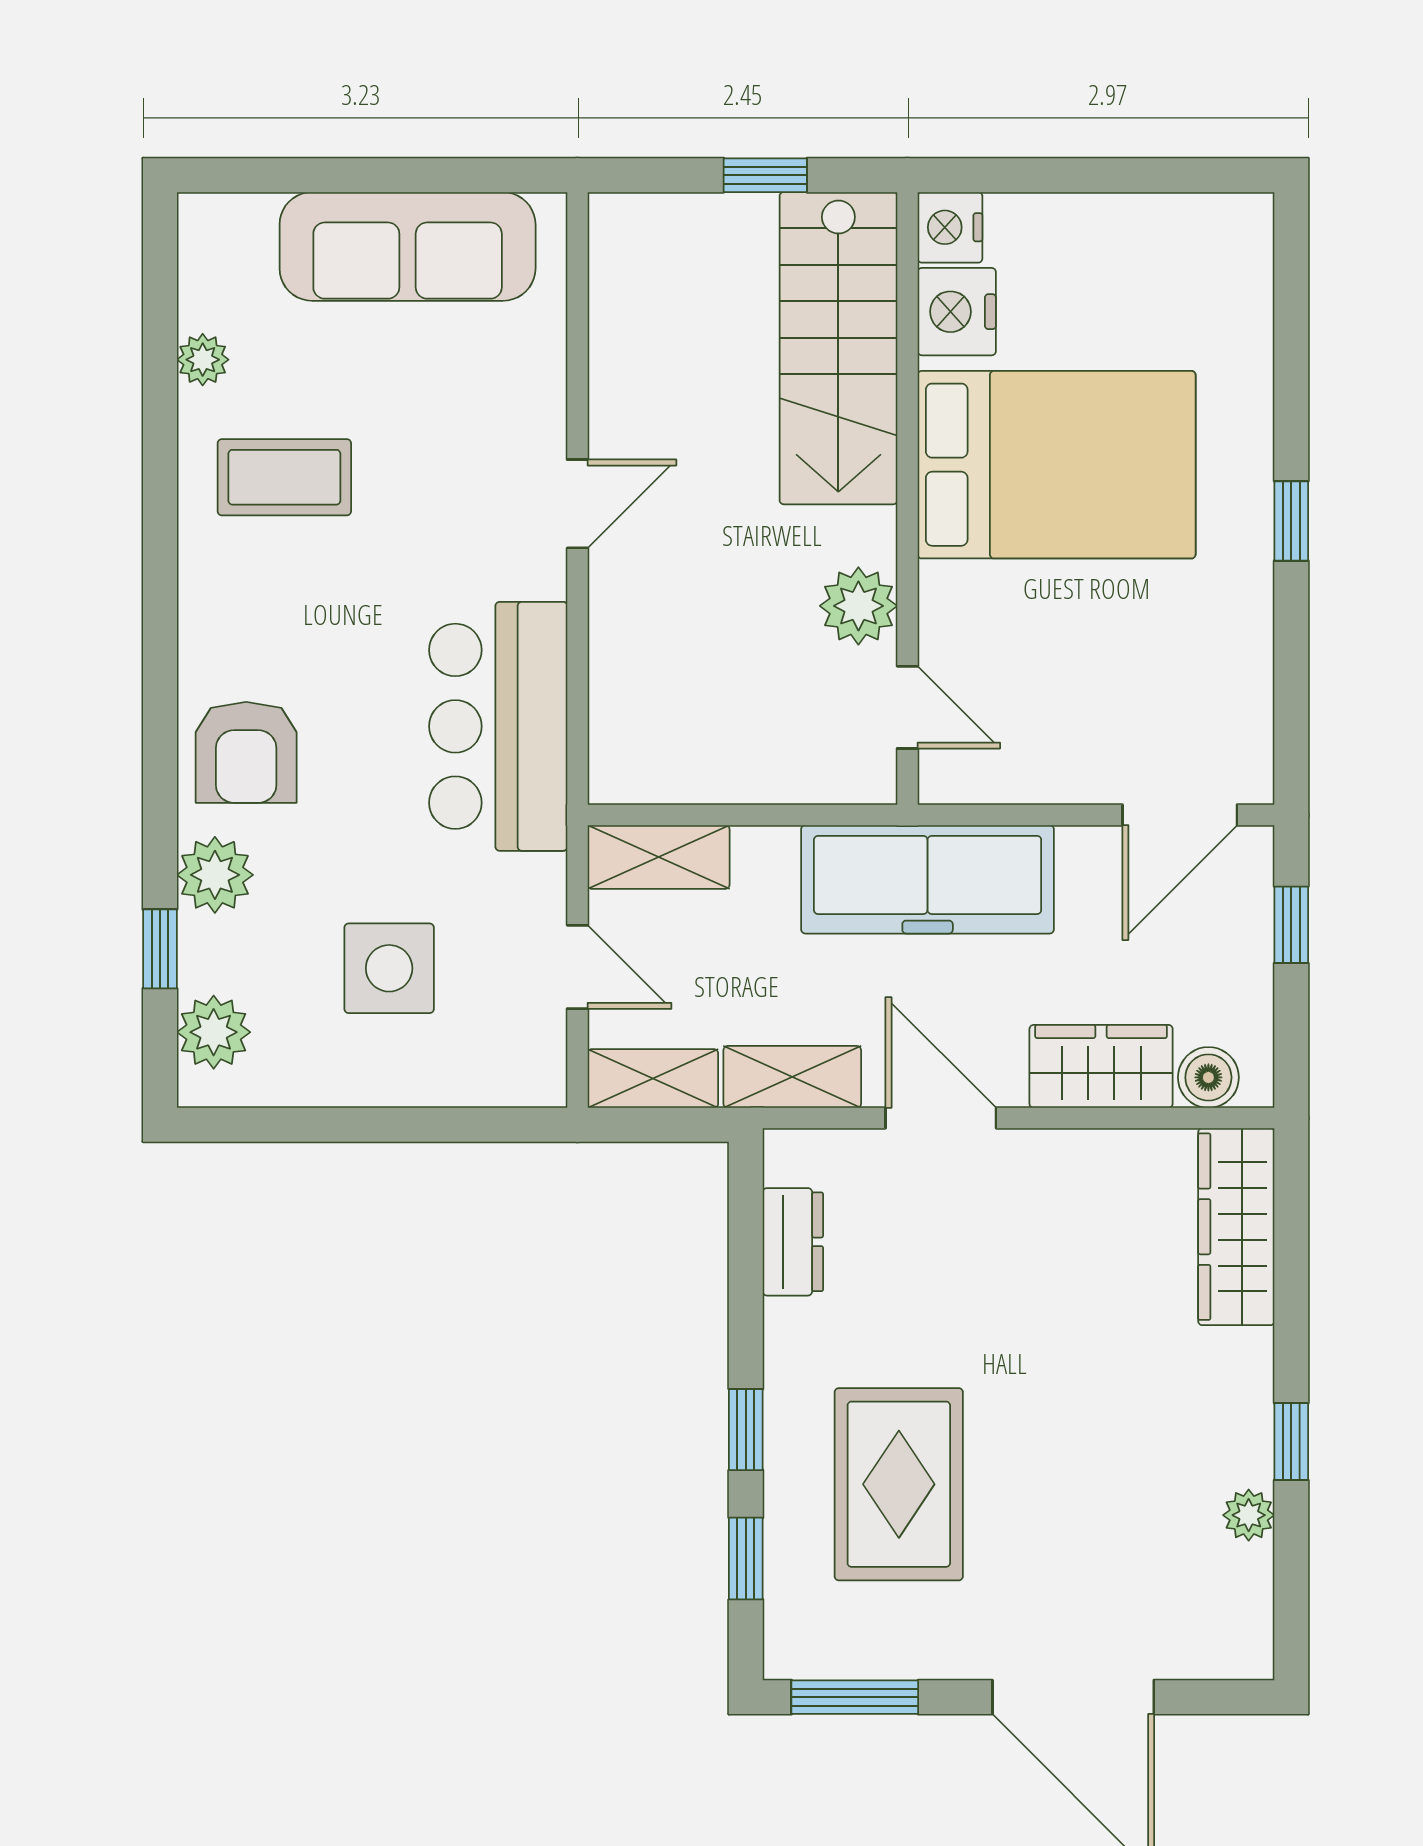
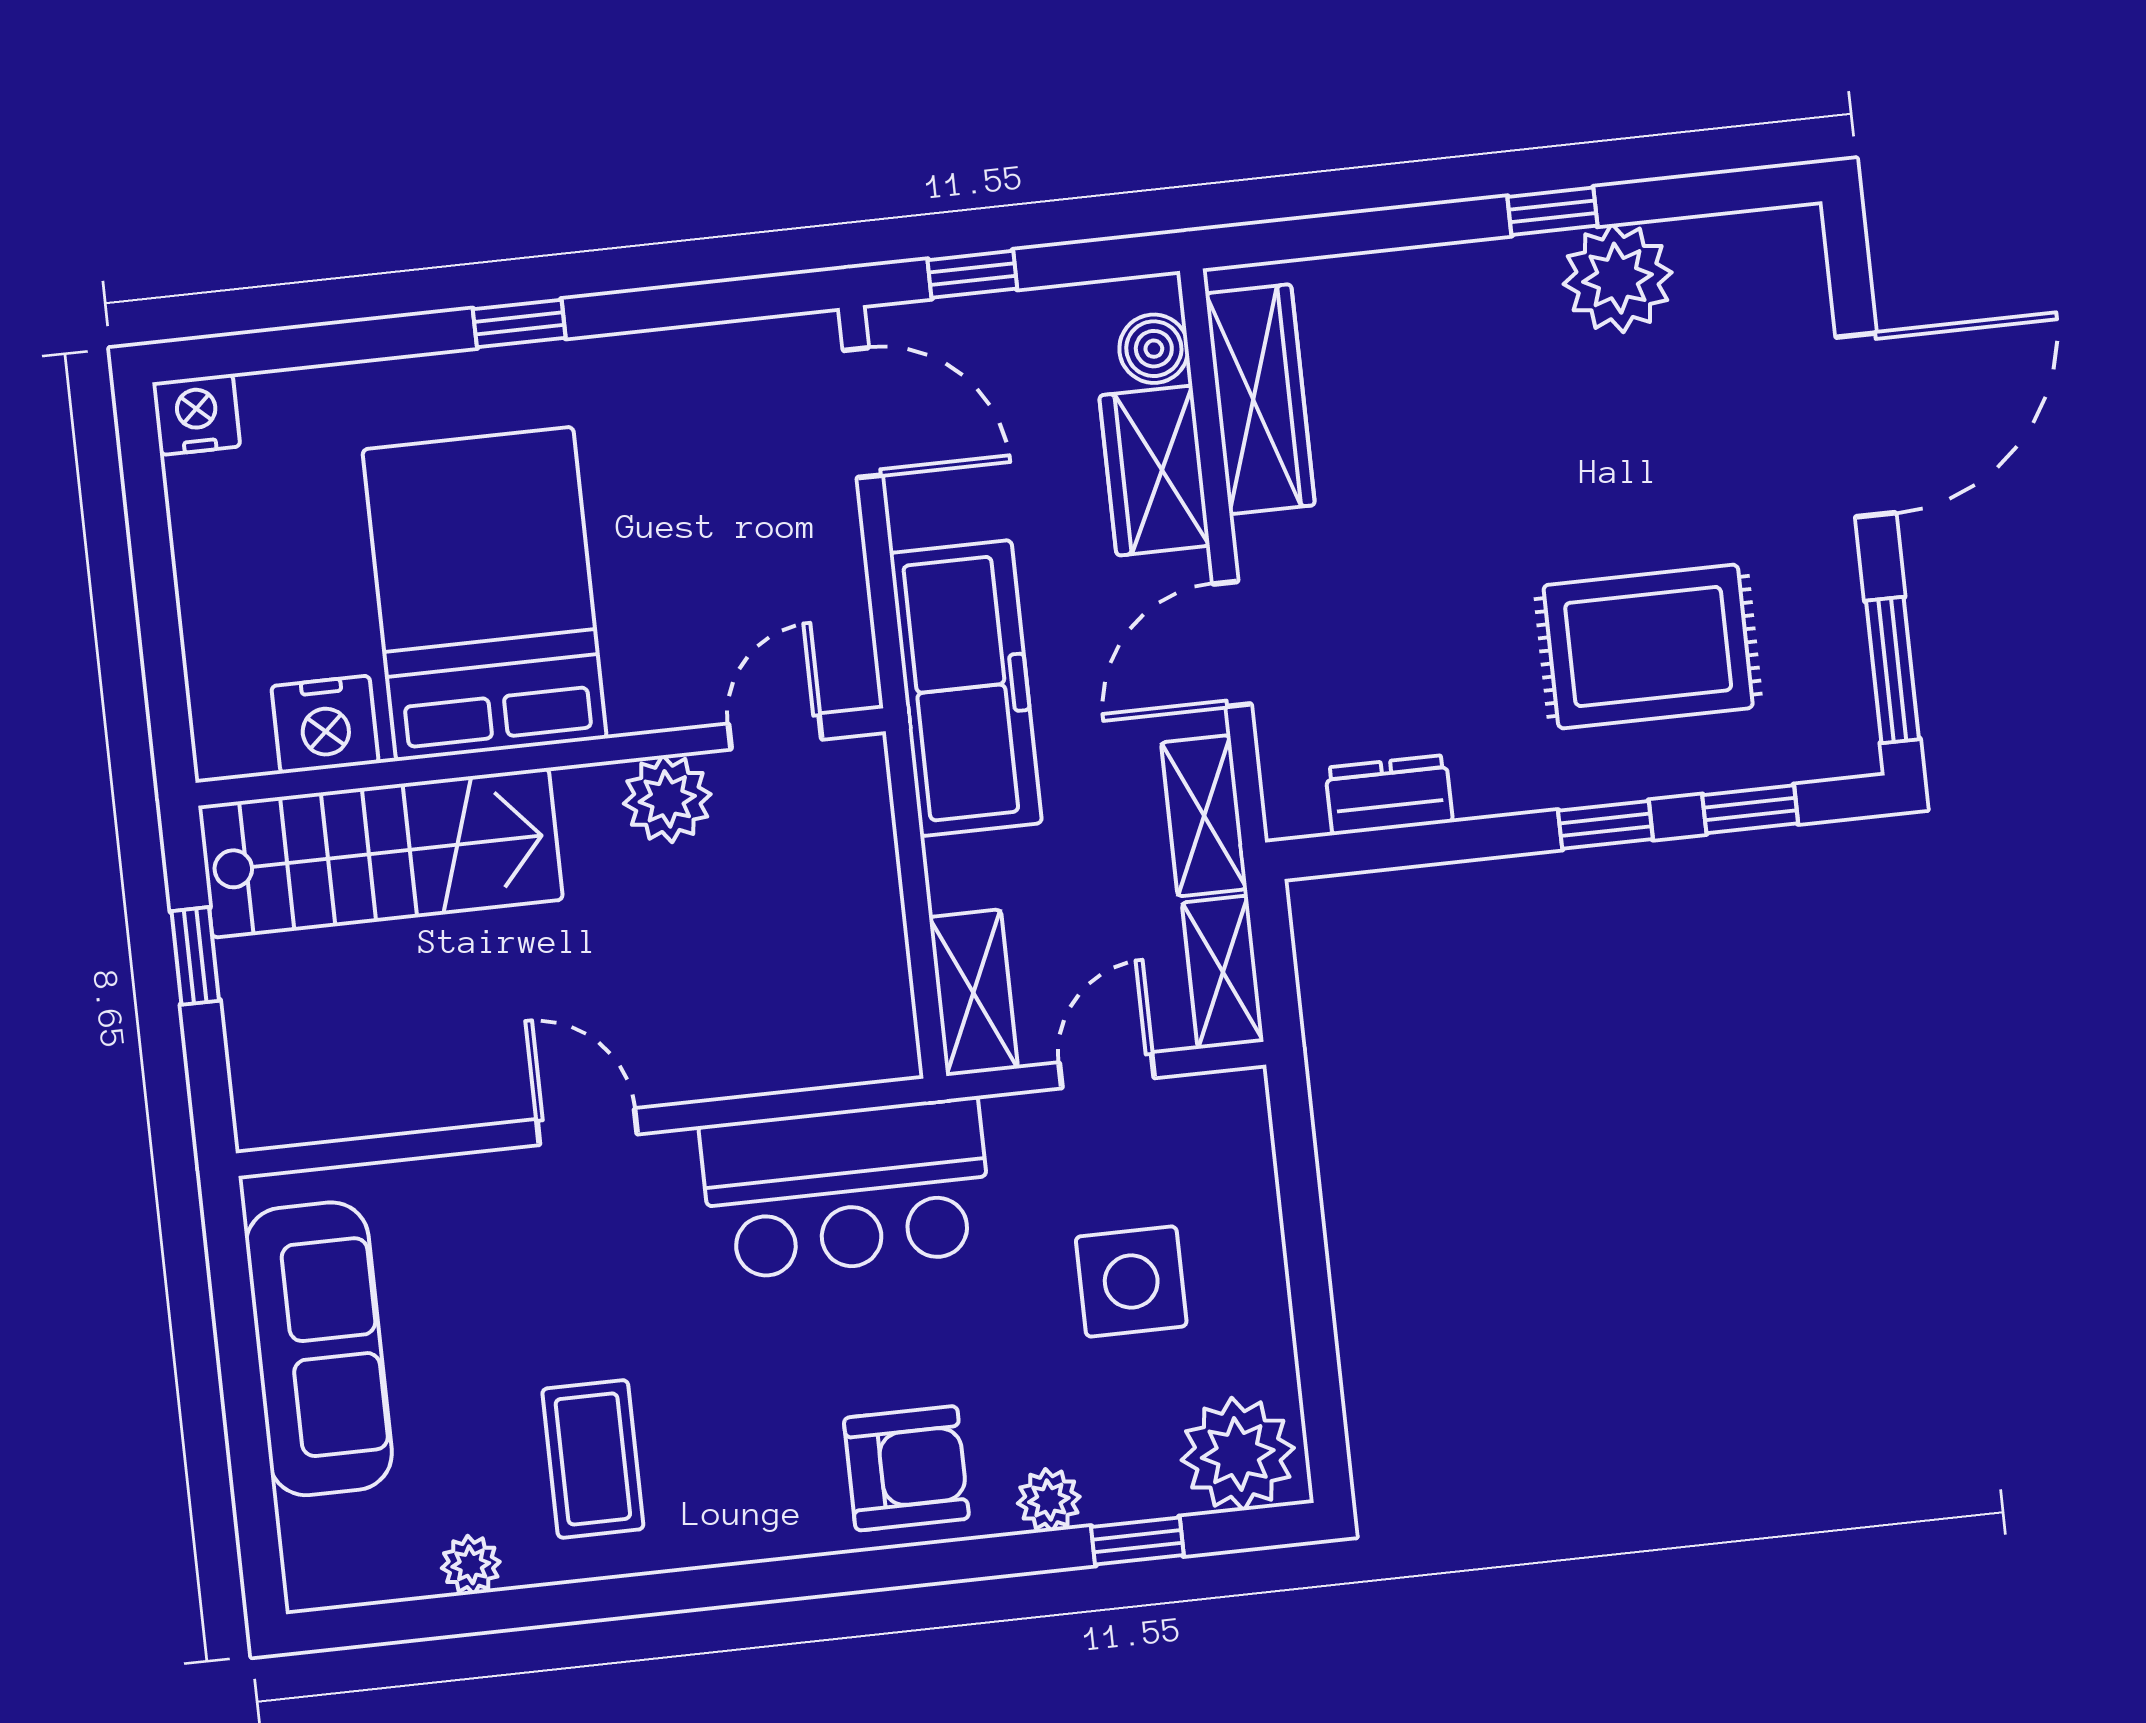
nightstand: (950, 227) -> (197, 414), moved, turned 180
plant: (215, 875) -> (1049, 1500), width x0.73, depth x0.73
plant: (214, 1032) -> (1238, 1454), width x1.36, depth x1.36
wardrobe: (1236, 1227) -> (1260, 399), moved, turned -90
plant: (1249, 1515) -> (1618, 278), width x1.87, depth x1.87

